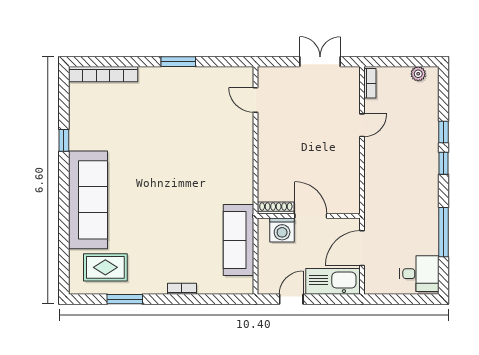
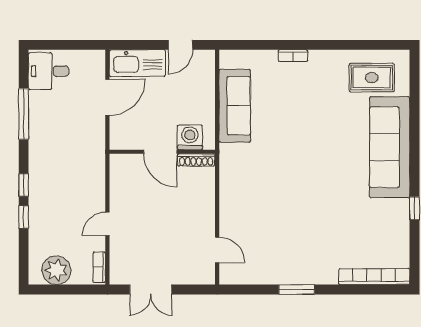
plant: (418, 74) -> (56, 270), width x1.88, depth x1.88
shoe rack: (276, 208) -> (196, 160), moved
wall: (309, 216) -> (162, 152), moved
door: (311, 216) -> (160, 152), moved
washing machine: (282, 230) -> (190, 137), moved
window: (125, 299) -> (352, 45), removed

